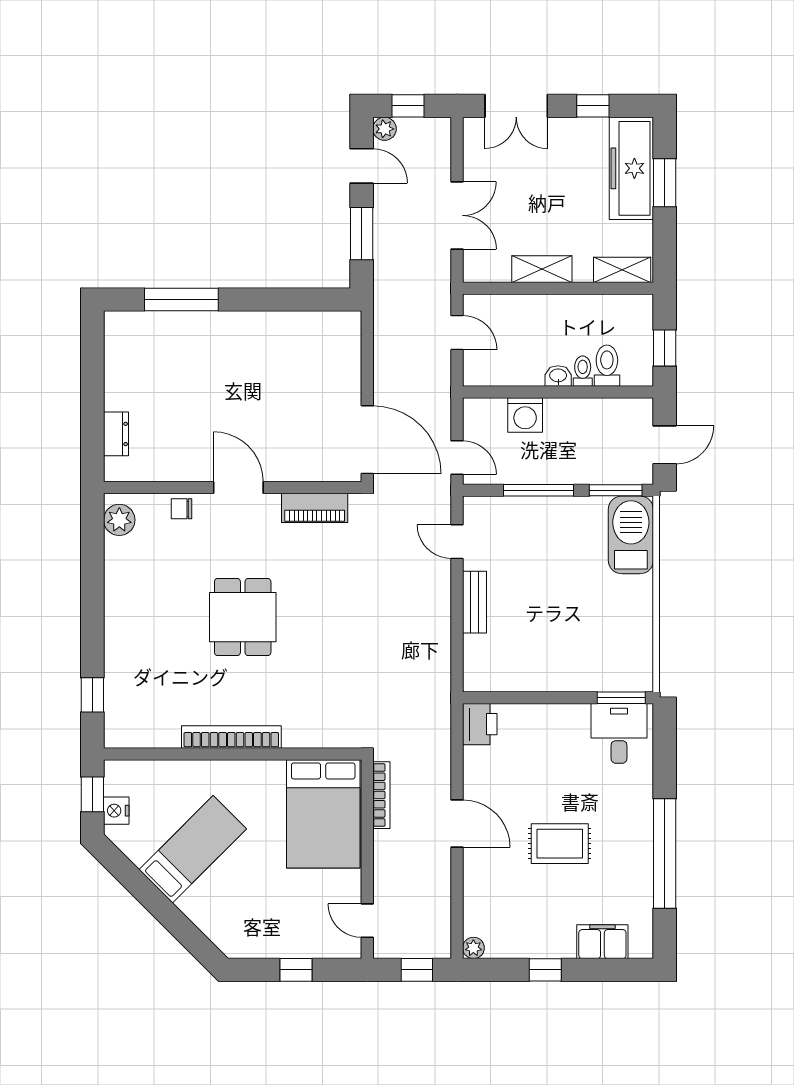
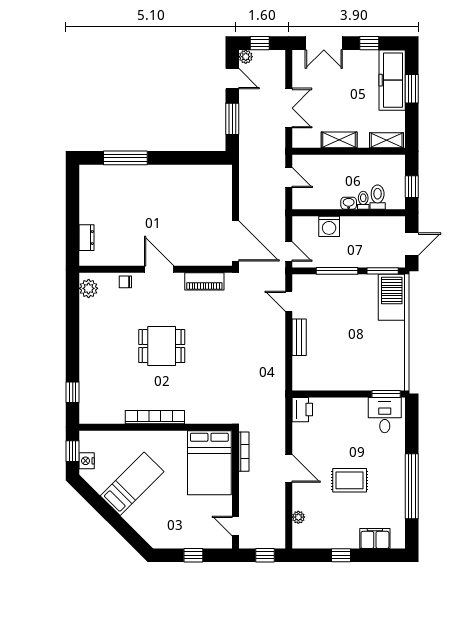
dining table: (243, 617) -> (162, 346), turned 90
plant: (473, 948) -> (298, 517), moved

